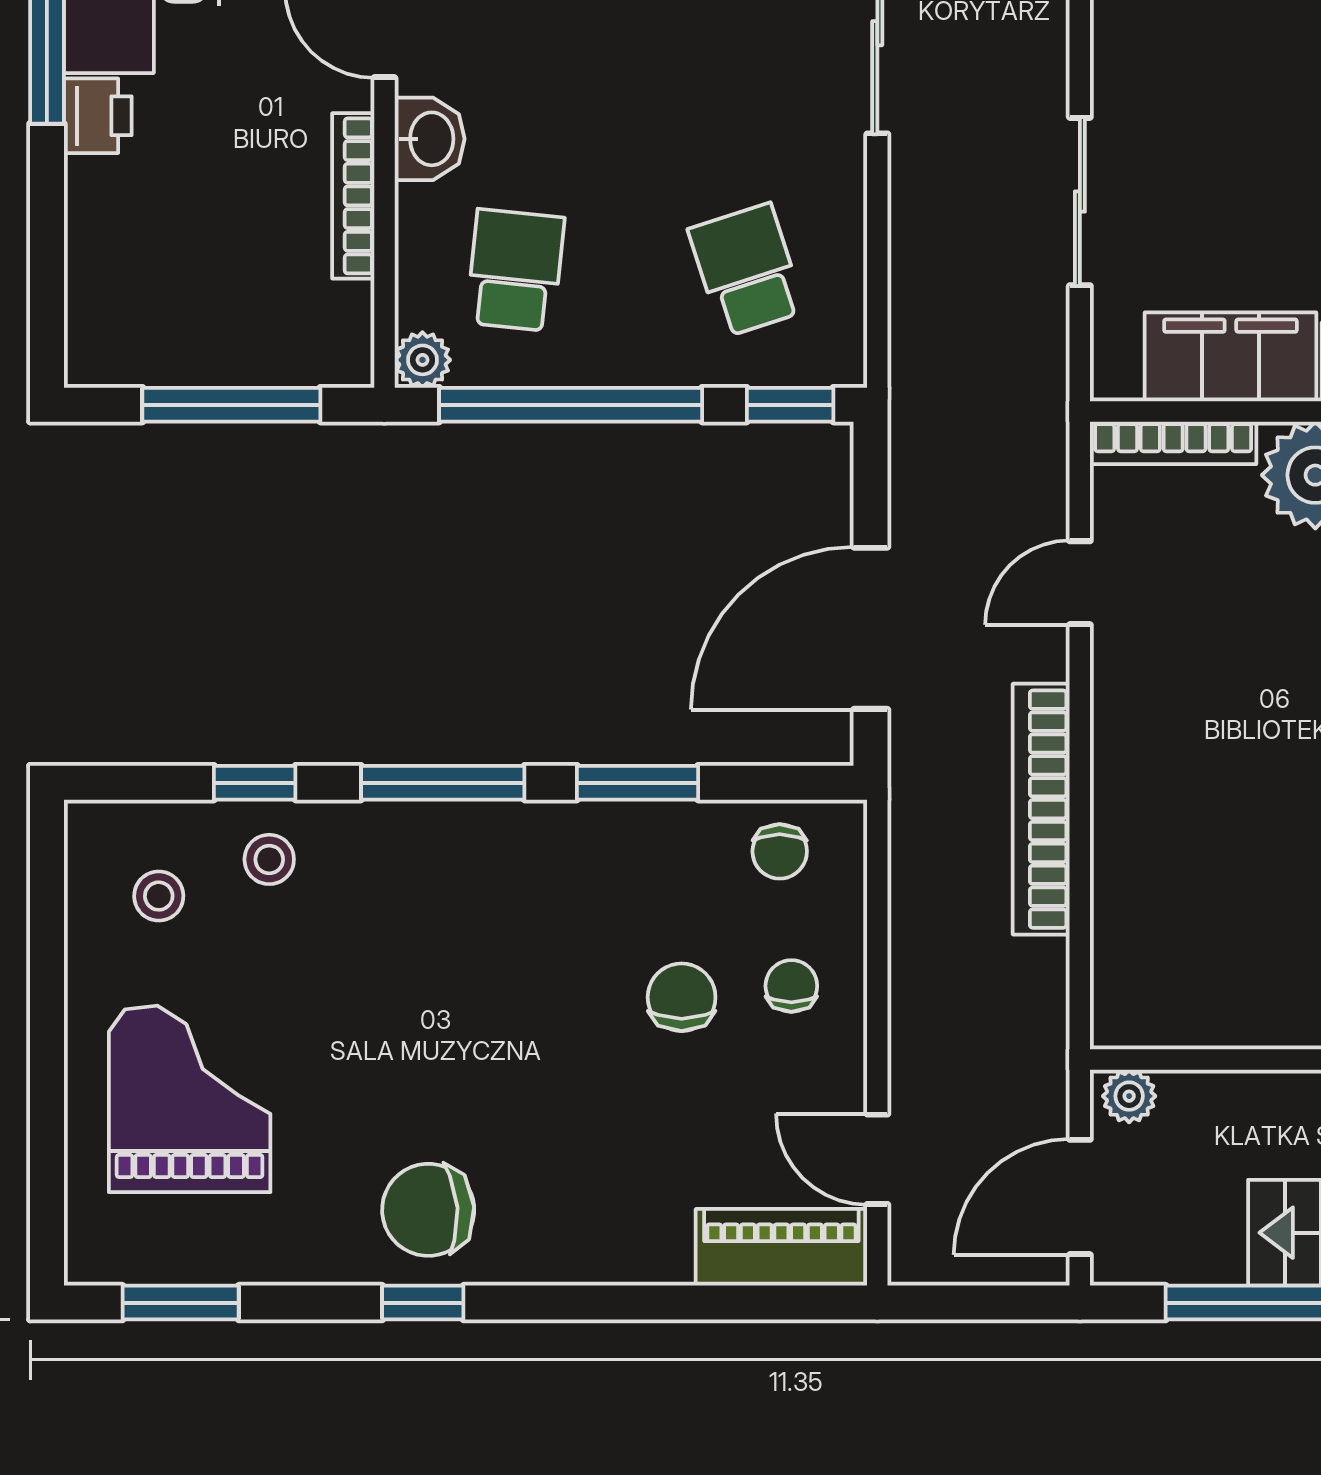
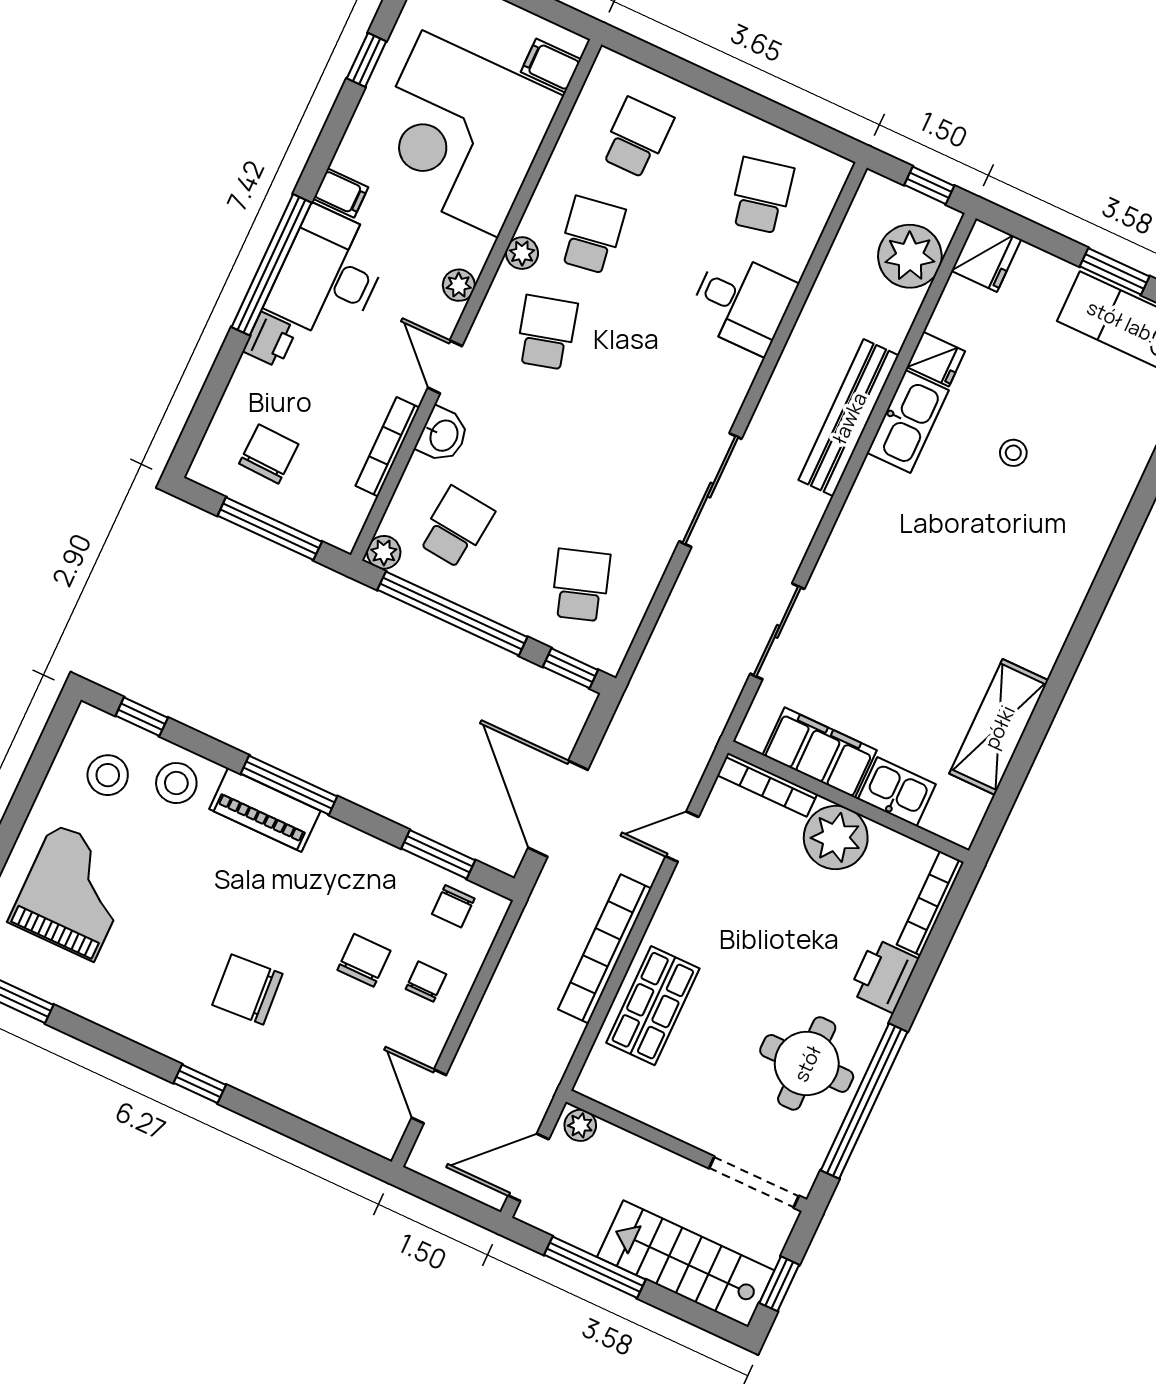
chair: (177, 291) -> (269, 454), added
door: (871, 628) -> (558, 809), hinge flipped
window: (255, 783) -> (142, 717), moved
window: (637, 783) -> (438, 854), moved
stool: (269, 859) -> (176, 783), width x1.37, depth x1.37
shop shelf: (1155, 862) -> (653, 1006), added
stool: (159, 896) -> (108, 775), width x1.37, depth x1.37
chair: (428, 1210) -> (247, 989), moved
piano: (781, 1247) -> (265, 810), moved, turned 180
window: (423, 1303) -> (200, 1084), moved

